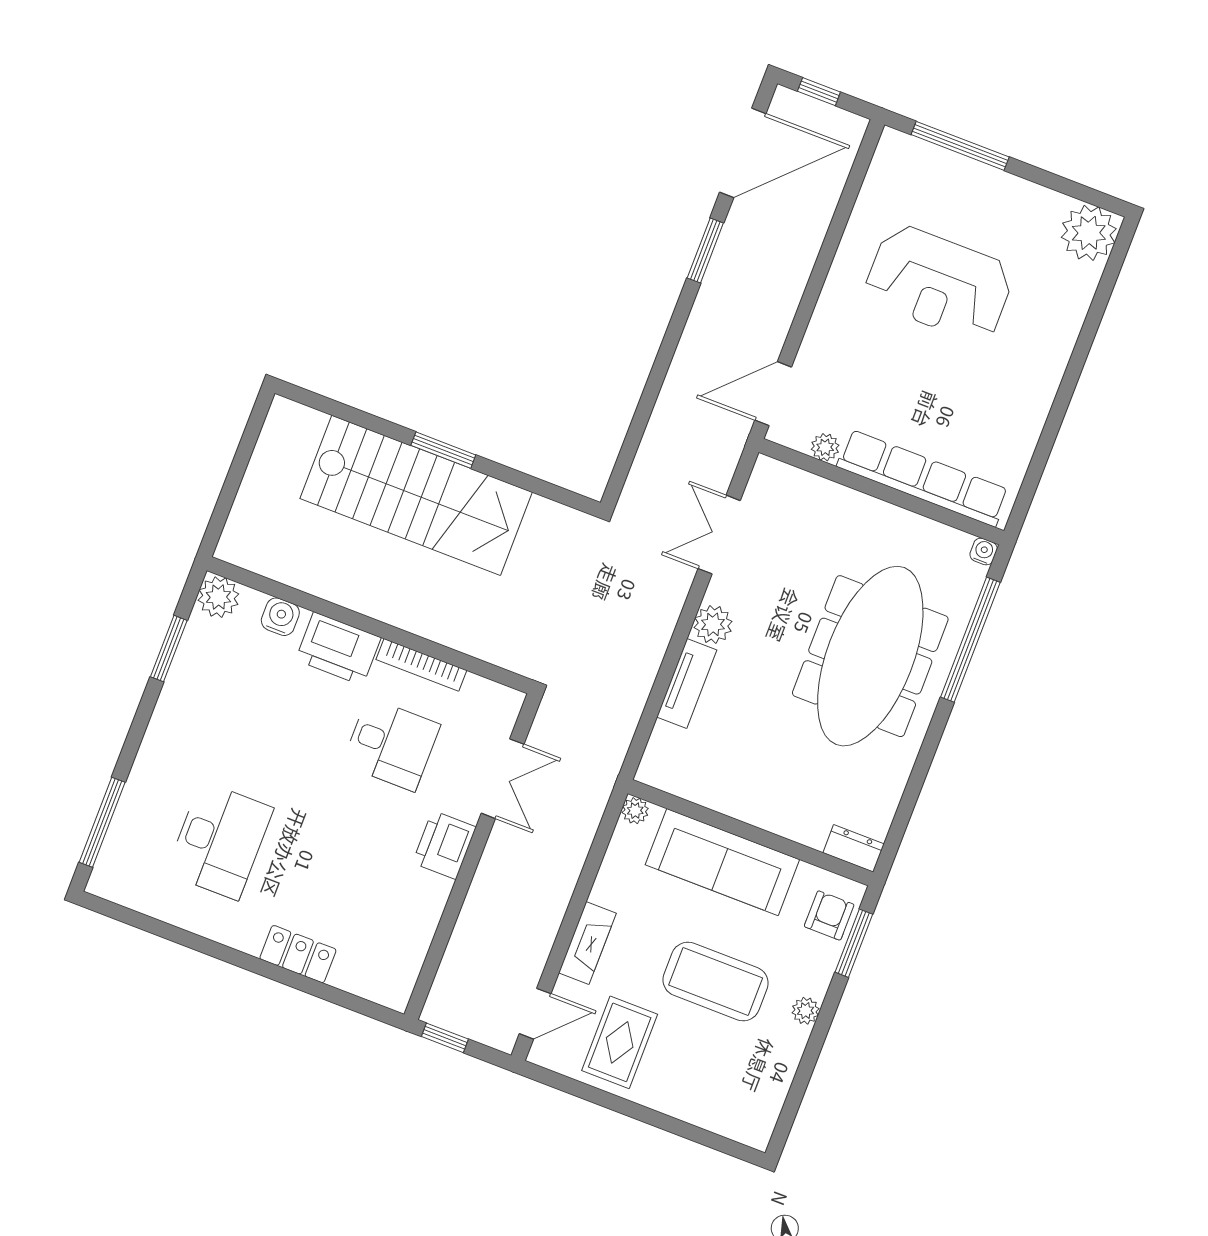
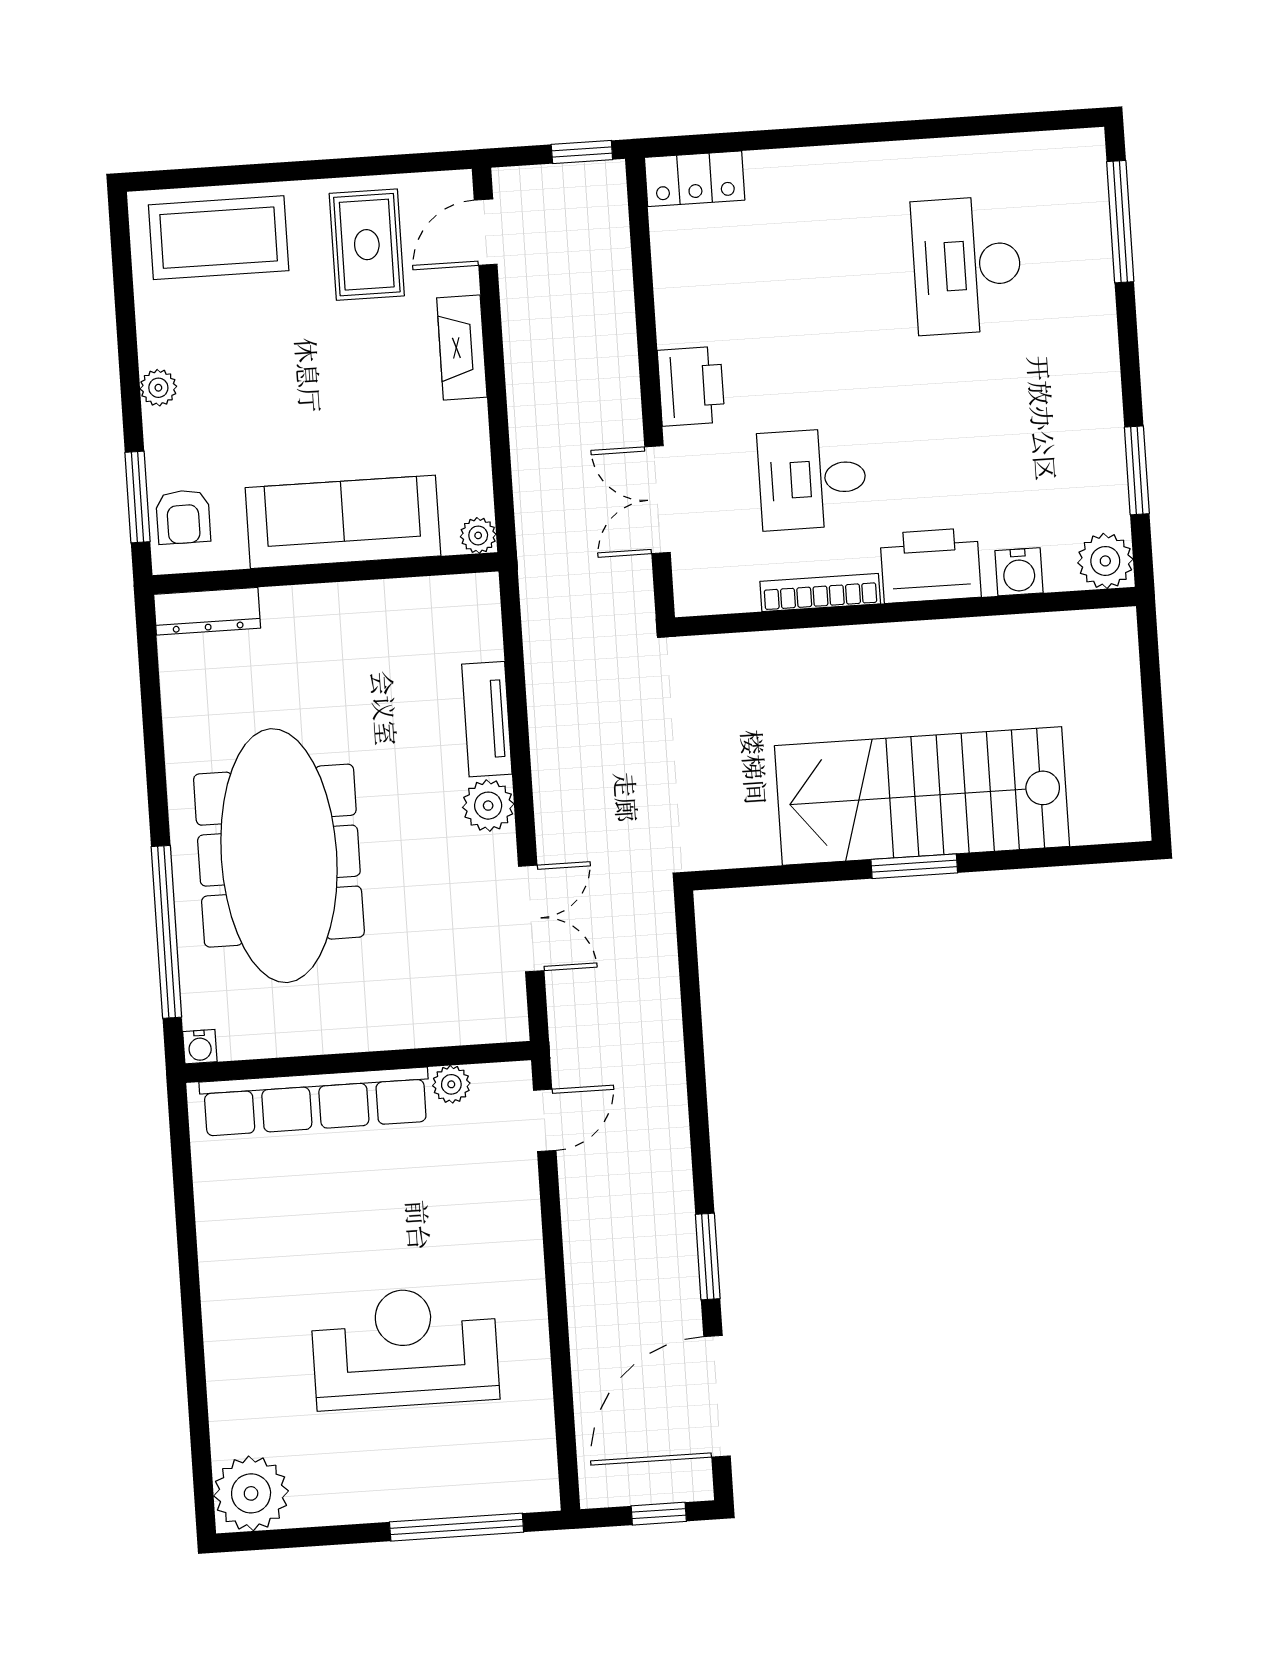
door: (773, 394) -> (545, 1120), width x0.73
dresser: (854, 848) -> (207, 611), width x1.44
locker: (298, 954) -> (695, 179), moved
coffee table: (716, 981) -> (219, 238), moved

